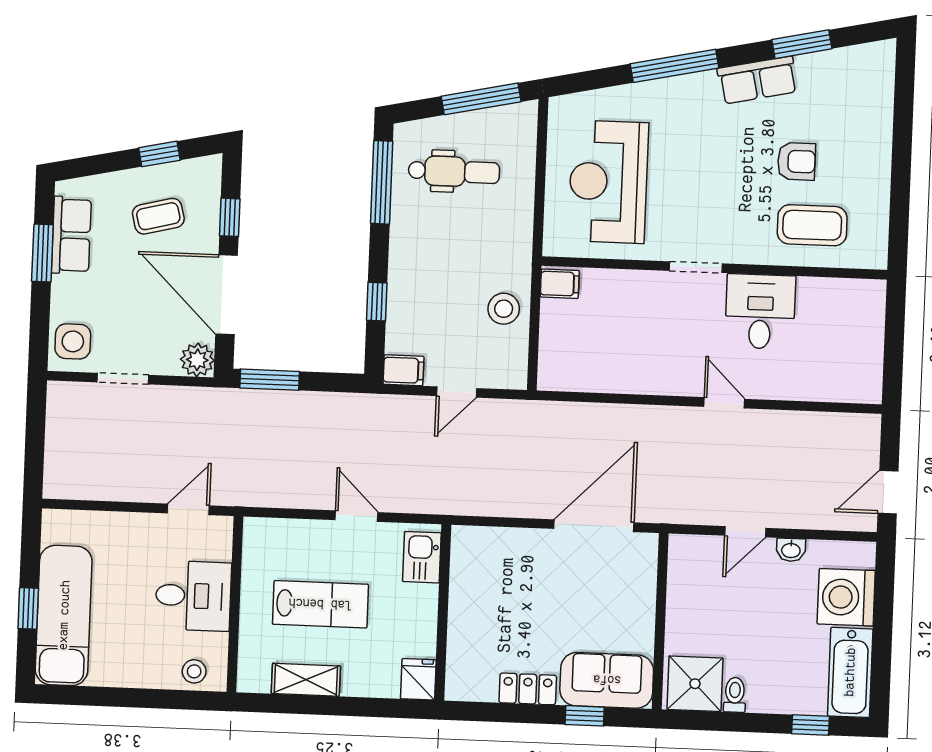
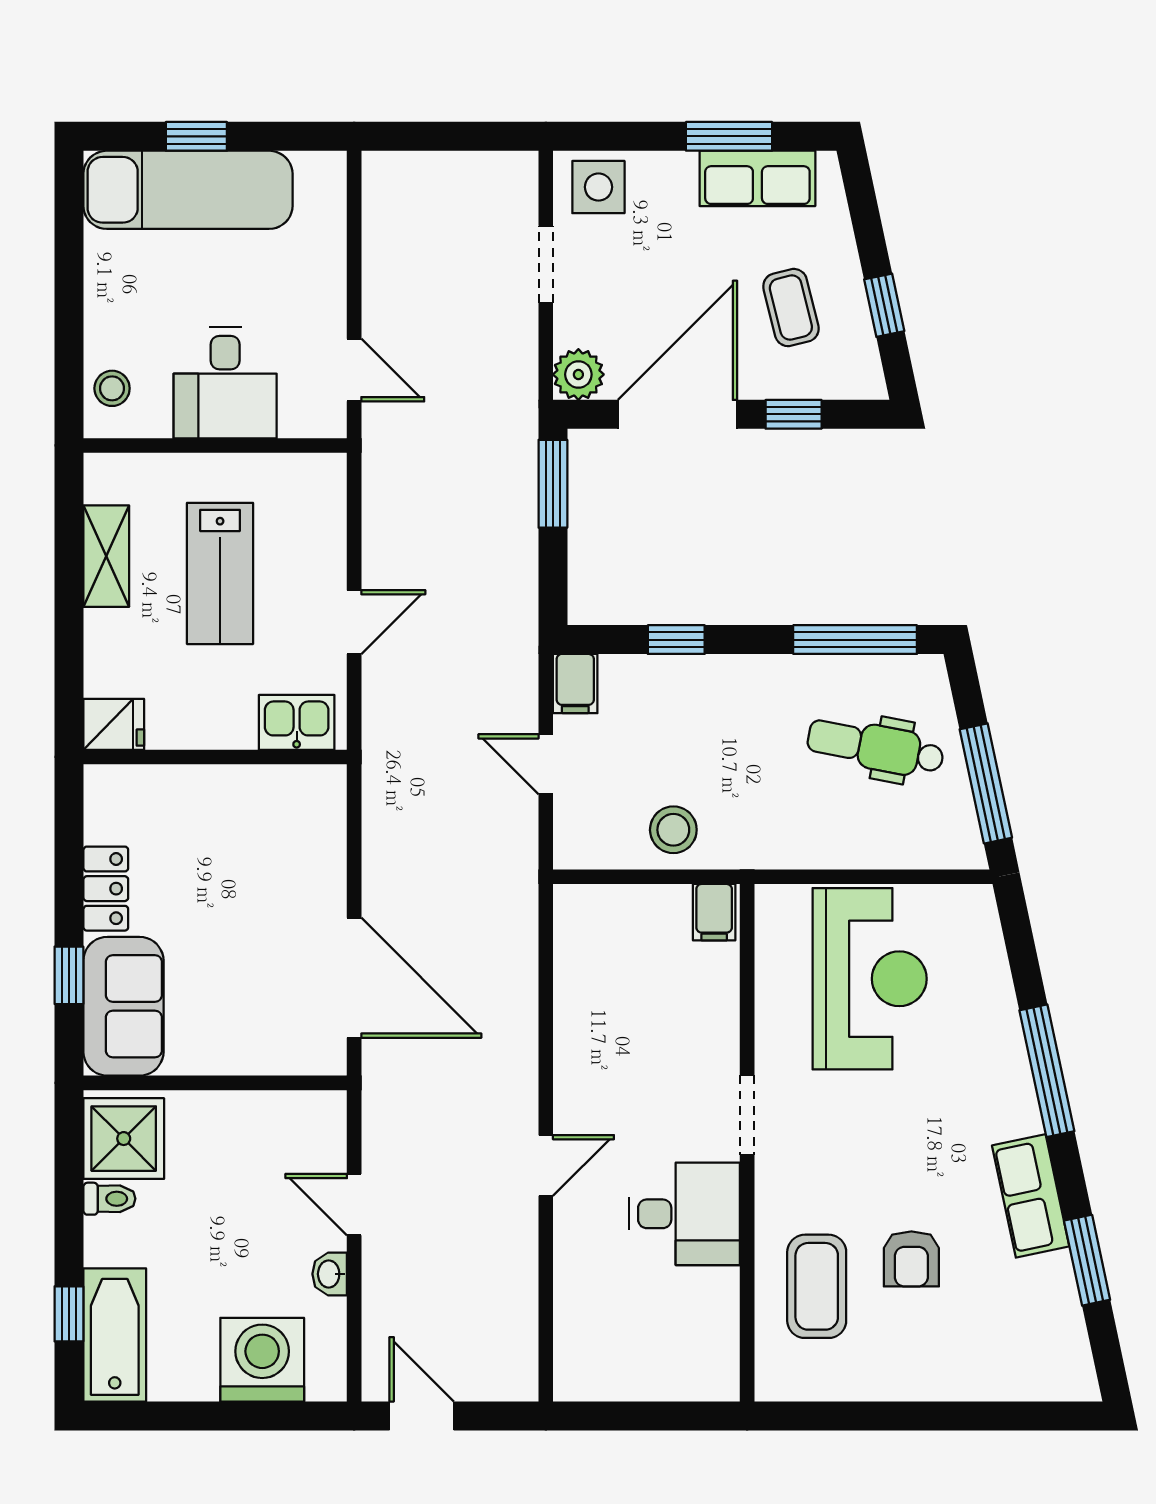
dental chair: (454, 172) -> (876, 747), turned 101
reception desk: (608, 182) -> (870, 979), turned 90
bathtub: (850, 672) -> (115, 1335), moved, turned 90

